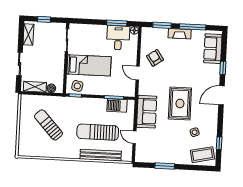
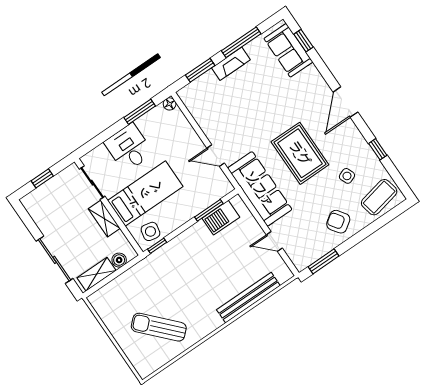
shelving: (28, 34) -> (104, 218), moved
desk: (118, 38) -> (129, 148), moved
armchair: (155, 58) -> (338, 222), moved
sliding door: (20, 64) -> (55, 260), width x1.37
window: (223, 68) -> (303, 41), moved
sofa: (147, 112) -> (260, 189), width x1.36
sun lounger: (48, 125) -> (159, 327), moved
sun lounger: (98, 132) -> (222, 271), removed
window: (219, 143) -> (378, 149), moved
window: (165, 166) -> (324, 261), moved

